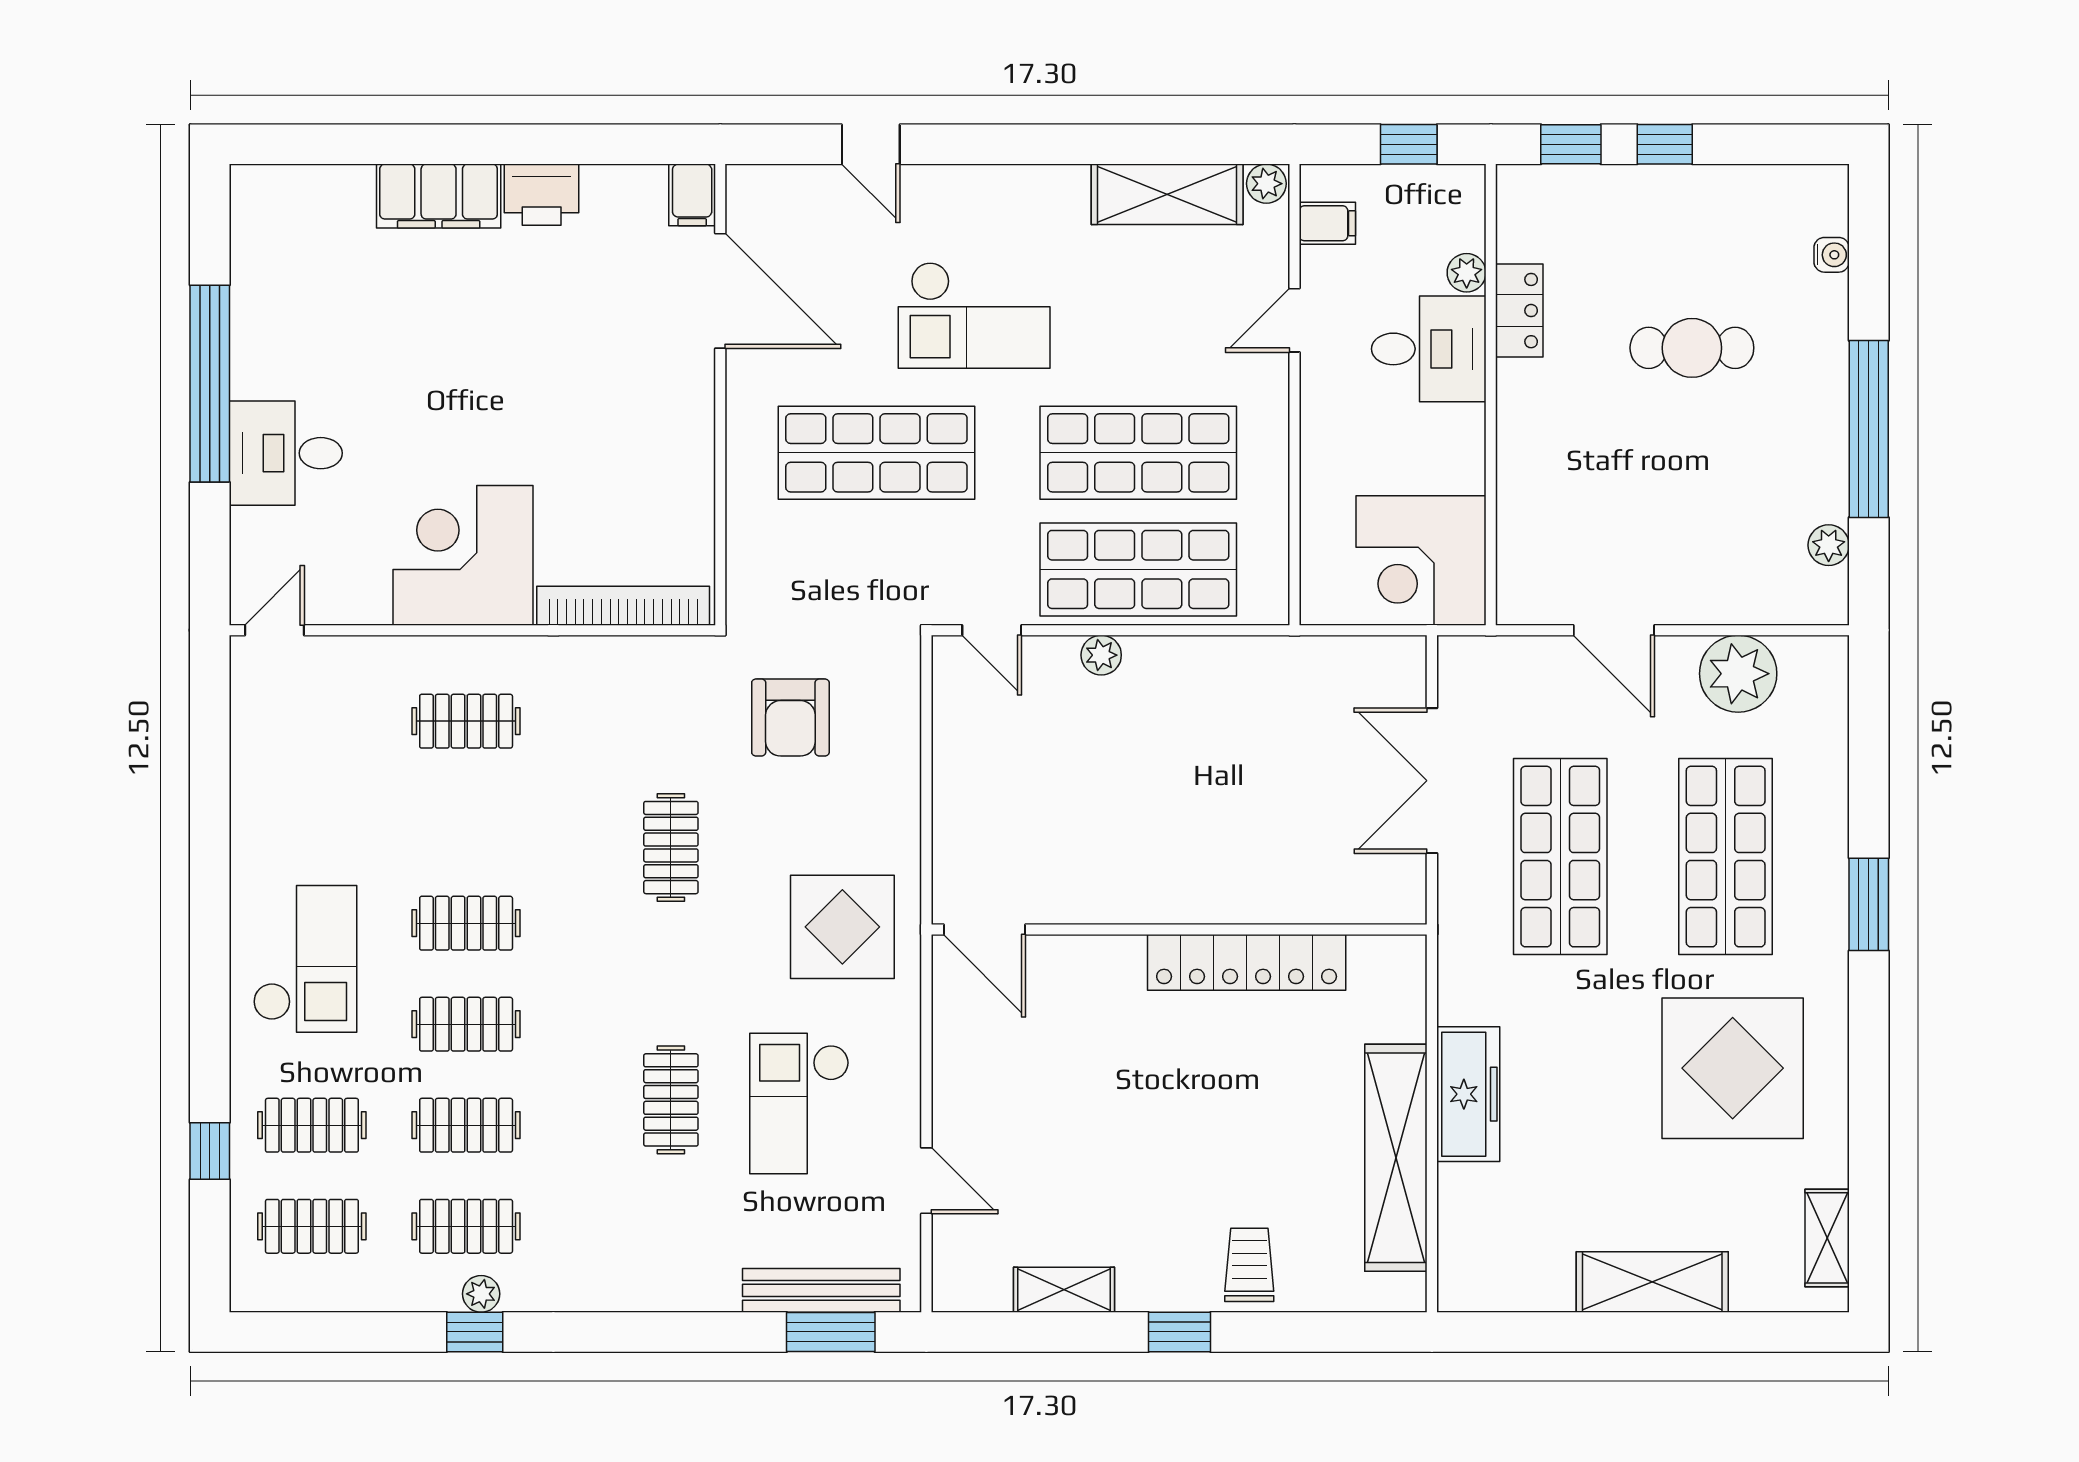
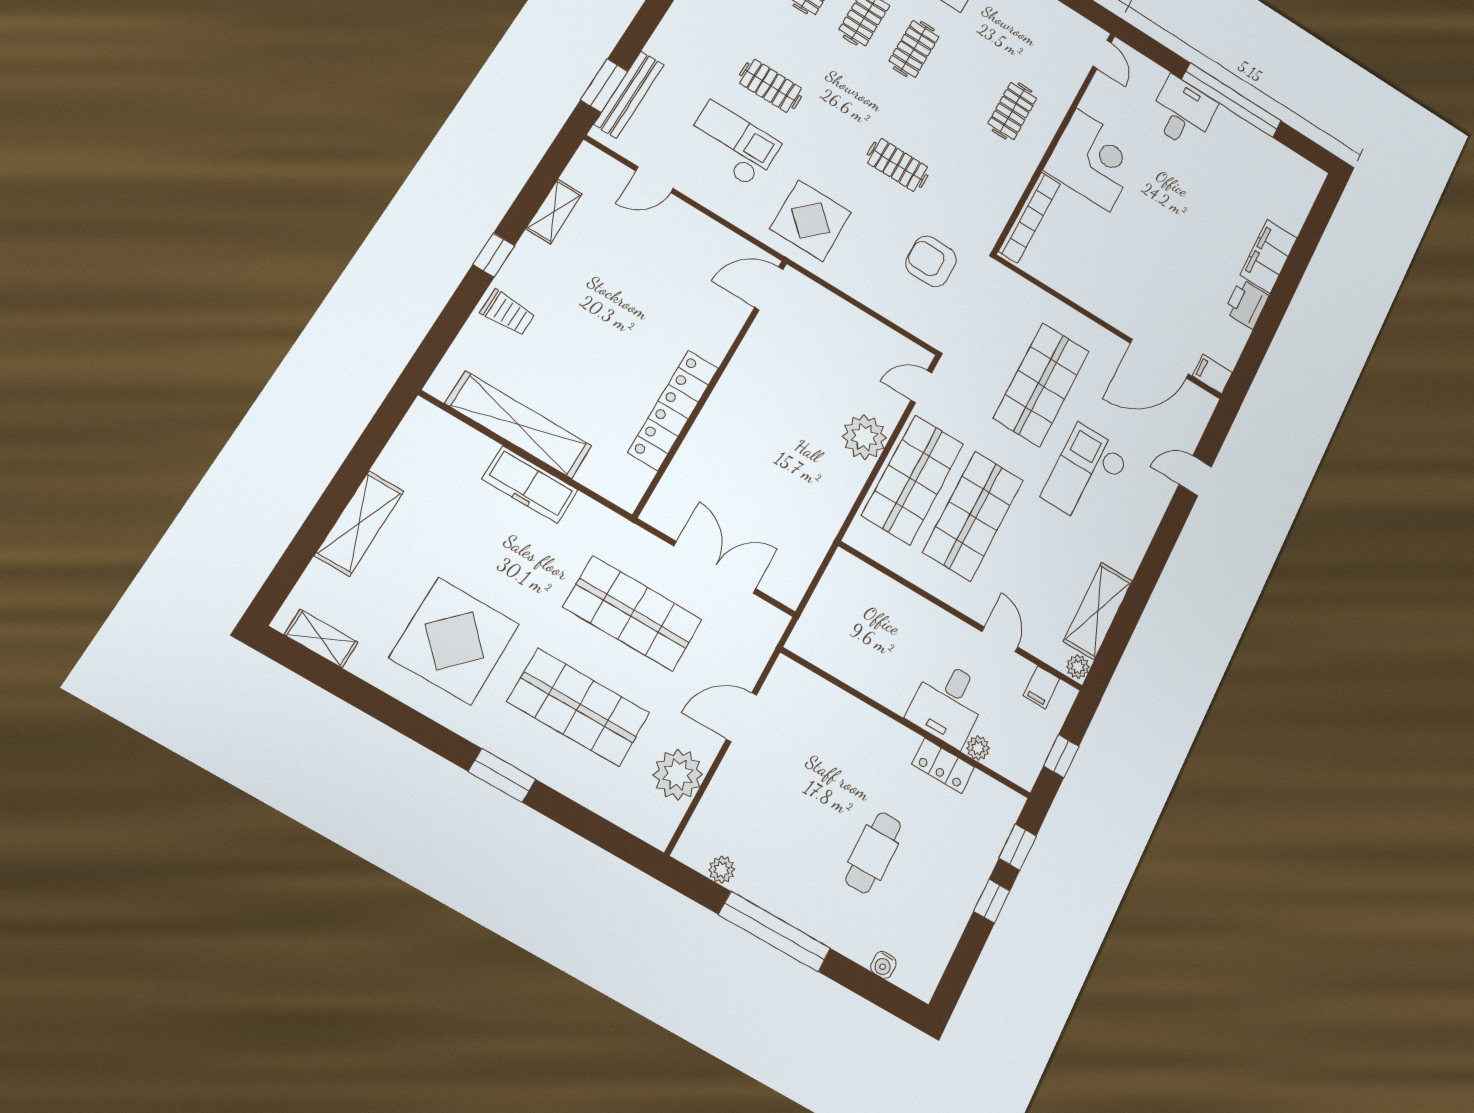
corner desk: (1421, 560) -> (837, 632), removed
plant: (1101, 655) -> (864, 437), width x1.87, depth x1.87

